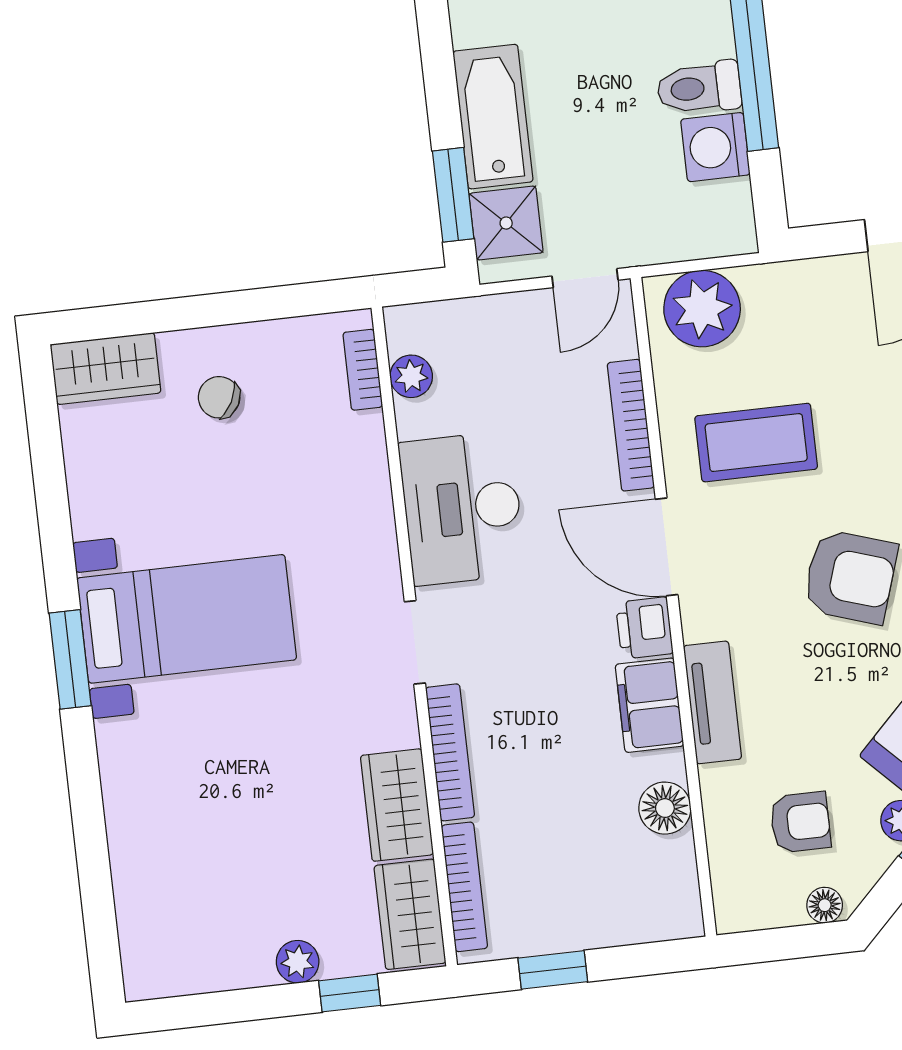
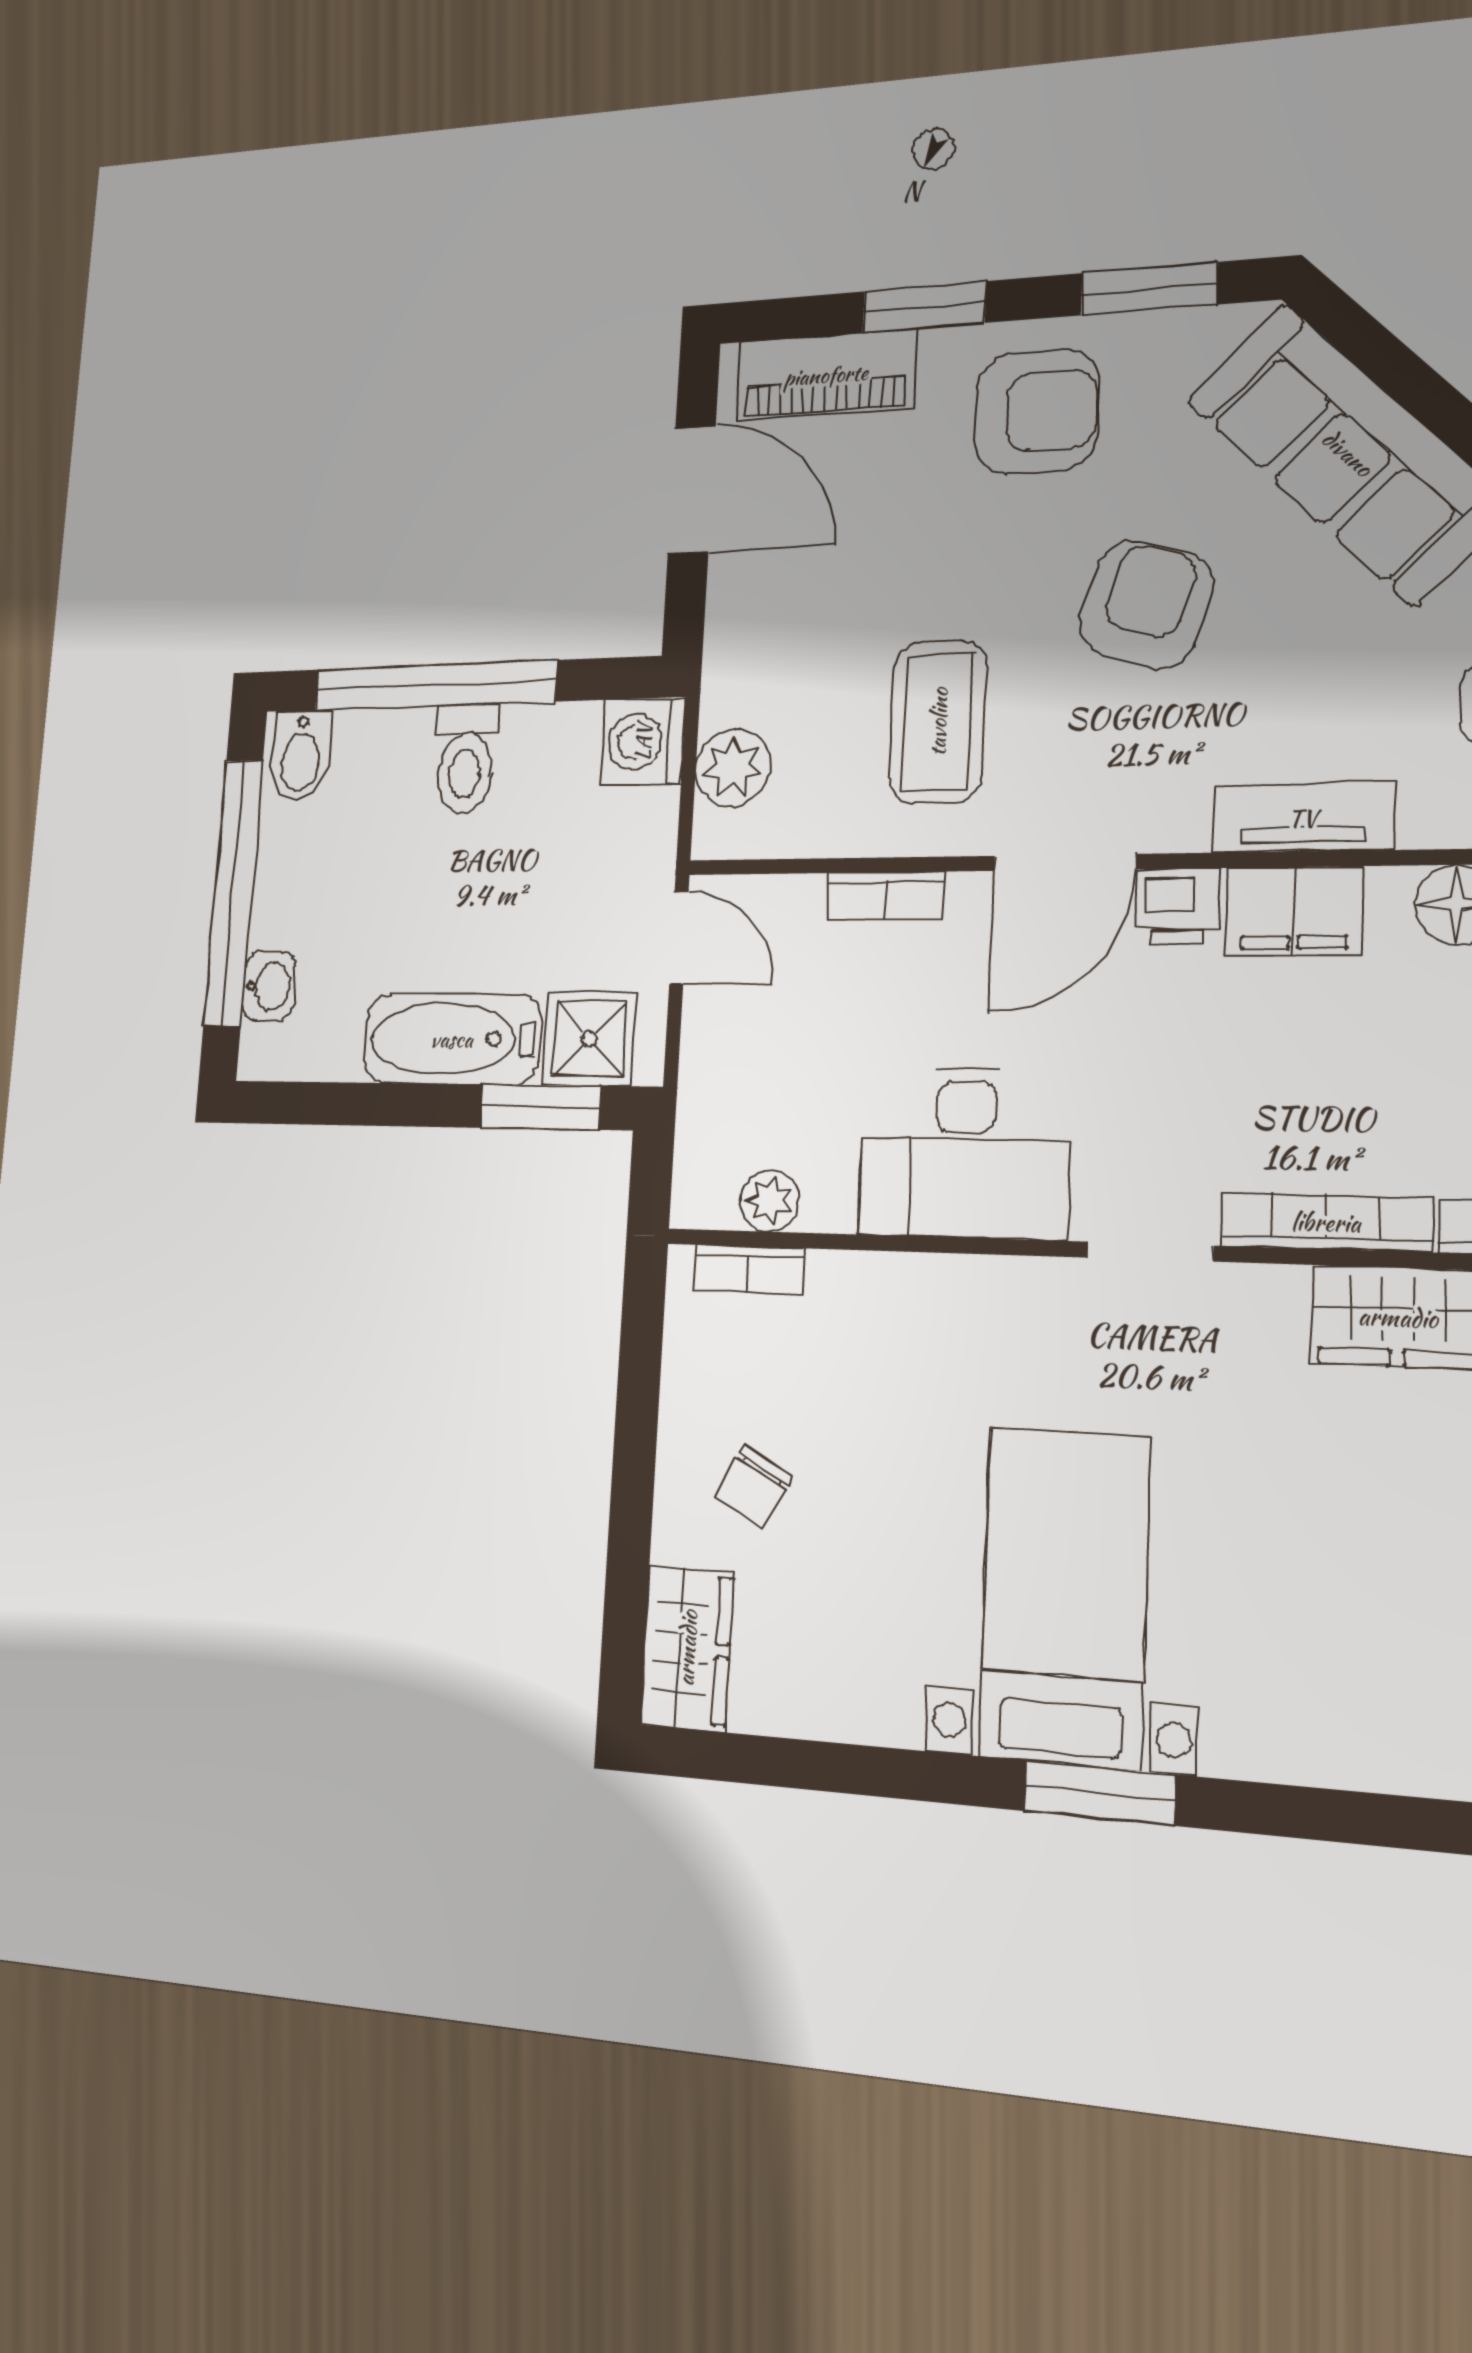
washing machine: (715, 147) -> (643, 742), moved, turned 90
plant: (702, 309) -> (733, 767), width x0.73, depth x0.73
bookcase: (631, 425) -> (886, 896), width x0.64

